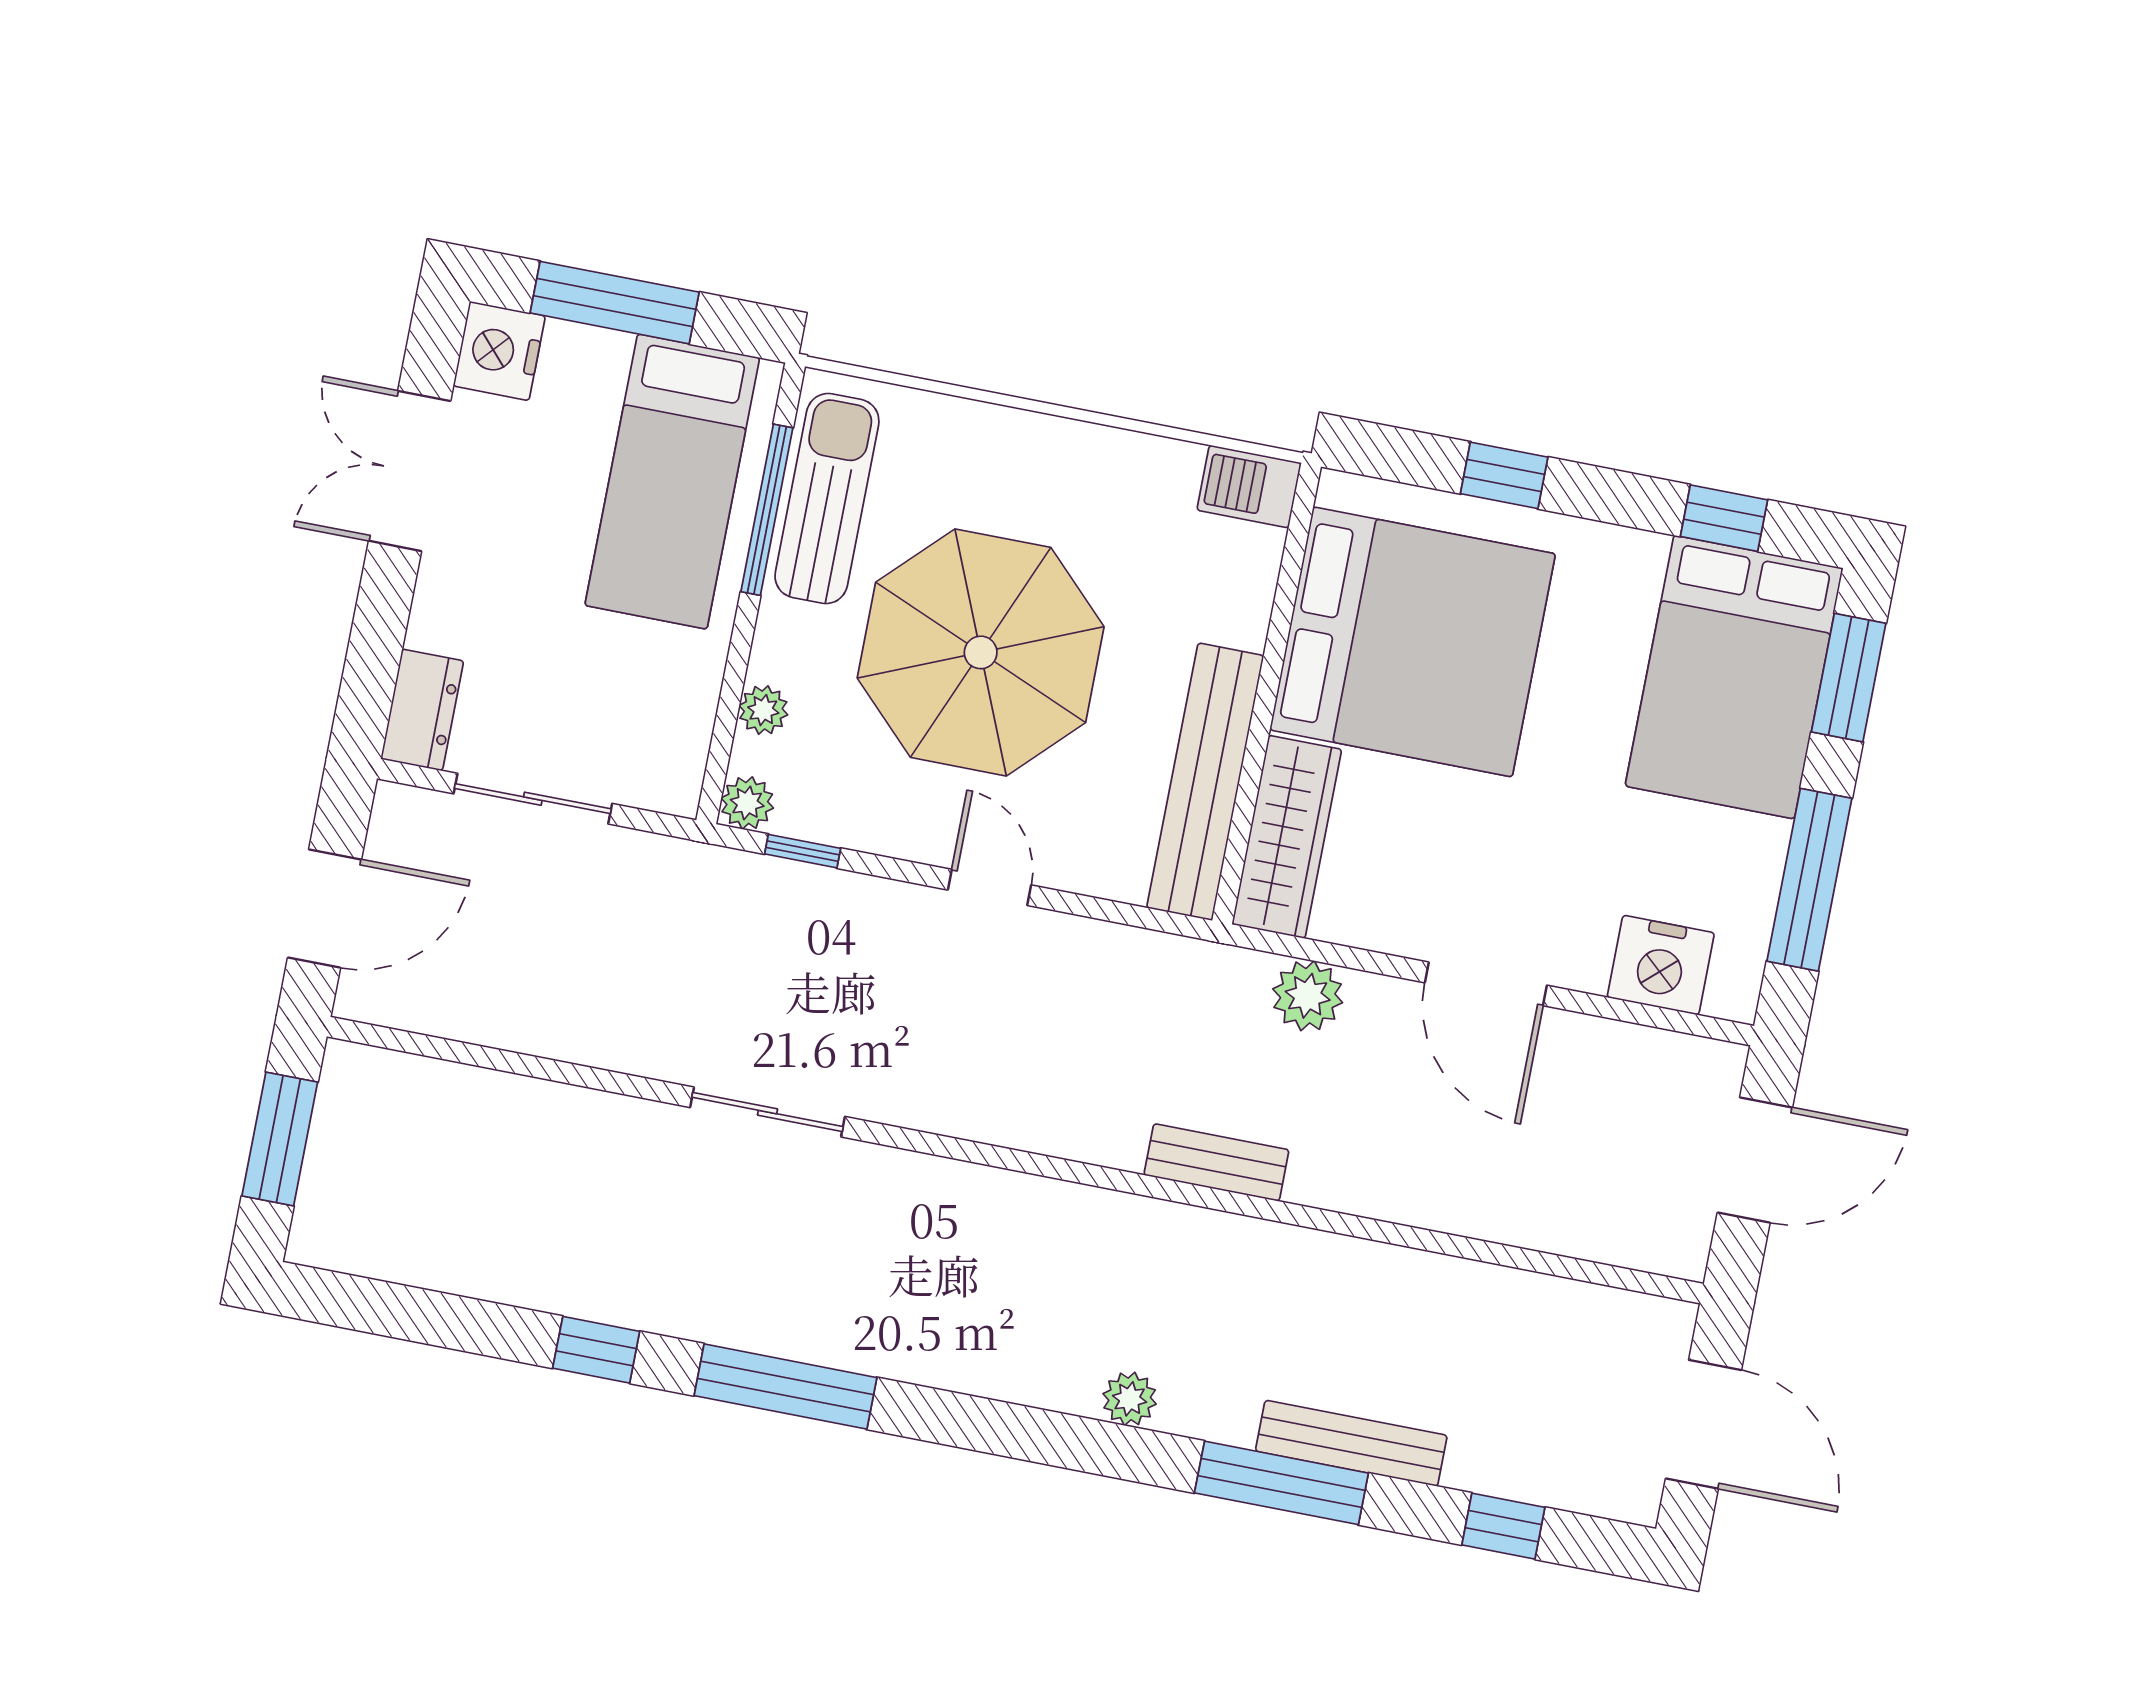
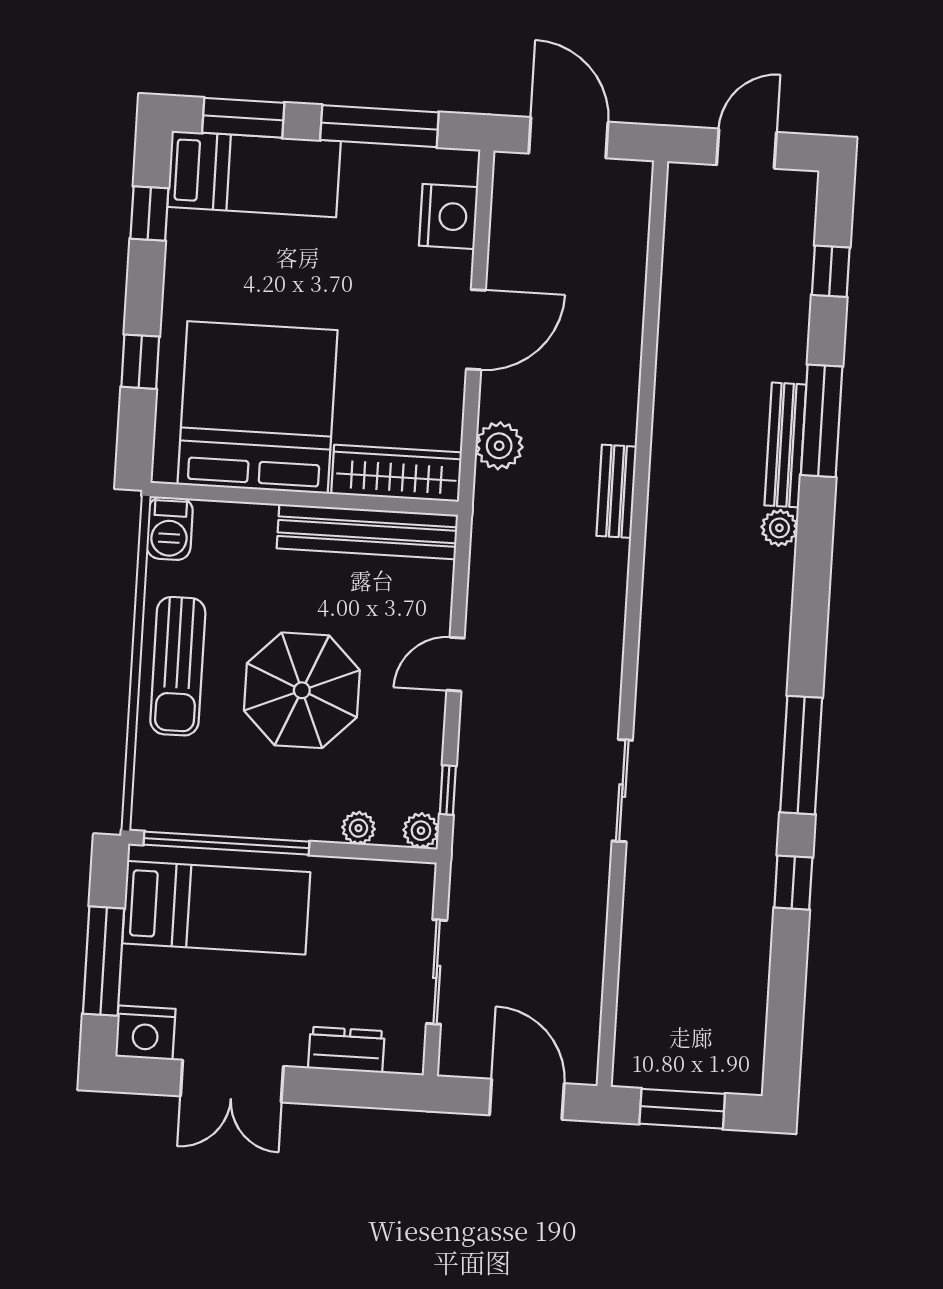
sun lounger: (827, 499) -> (178, 666), moved, turned -90
window: (767, 510) -> (227, 843), width x1.46
parasol: (981, 652) -> (302, 690), width x0.73, depth x0.73
bed: (1734, 677) -> (254, 174), width x0.67
dresser: (422, 710) -> (346, 1050), moved
door: (1703, 1424) -> (747, 149), width x0.73
bench: (1351, 1443) -> (785, 445), moved

